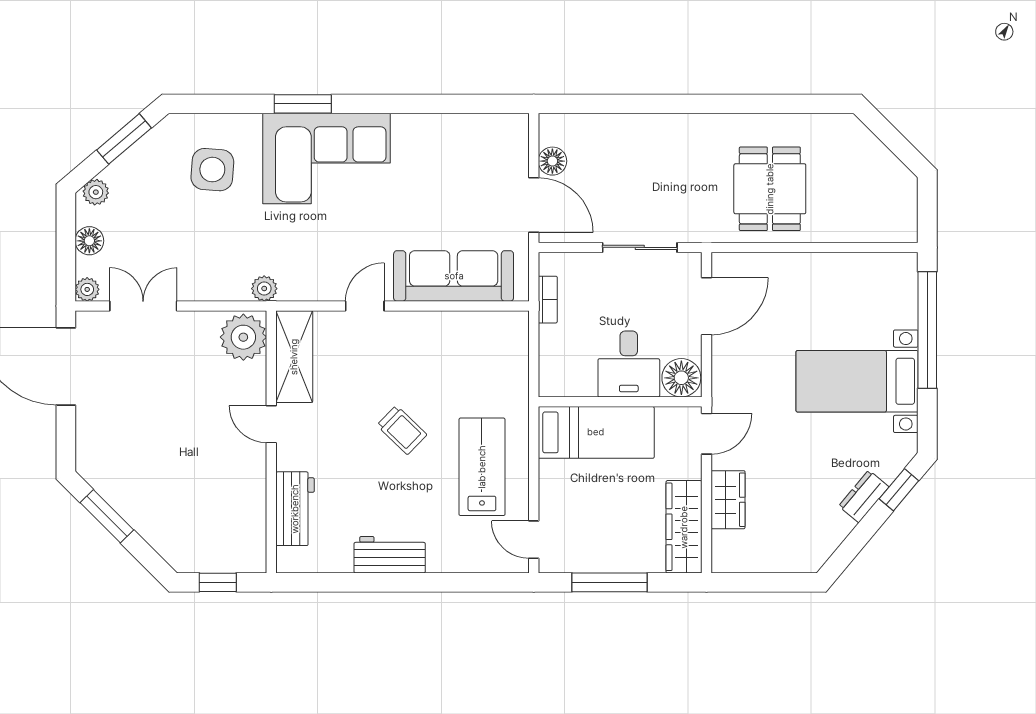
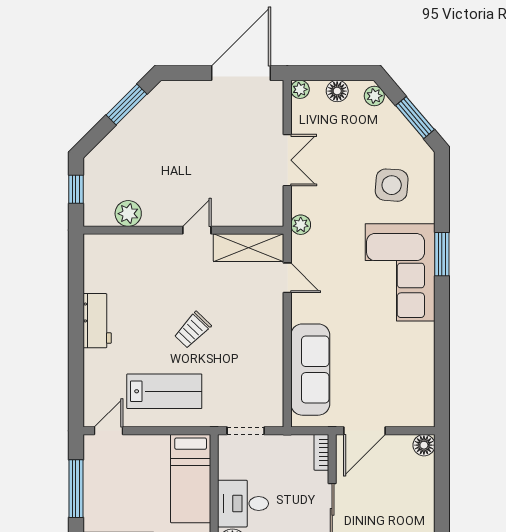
floor lamp: (552, 161) -> (424, 445), moved
bookcase: (548, 300) -> (321, 452), moved, turned 90
double door: (143, 306) -> (287, 160), moved
door: (365, 306) -> (287, 278), moved
plant: (243, 337) -> (128, 214), moved, width x0.73, depth x0.73
doorway: (534, 360) -> (246, 431), added
workbench: (295, 509) -> (132, 248), removed

